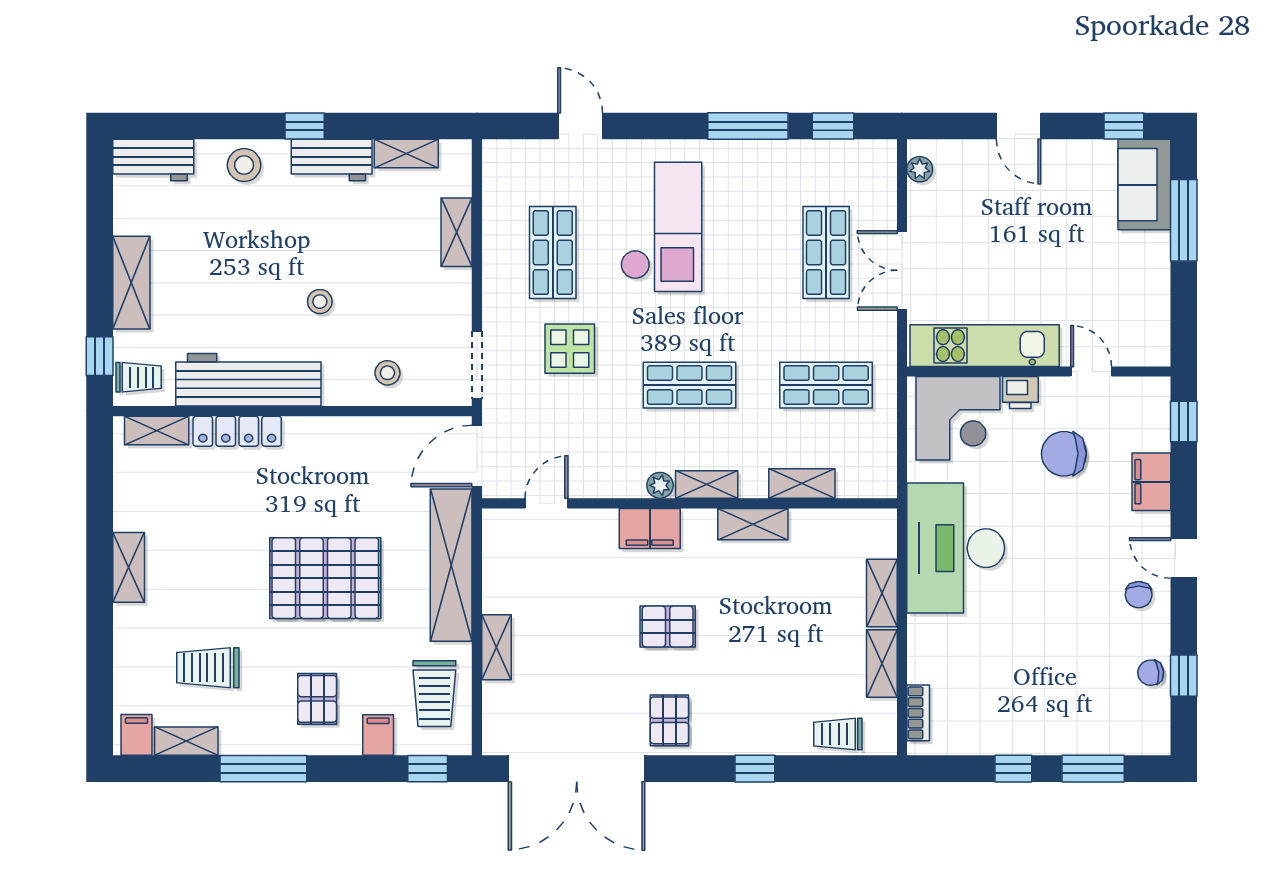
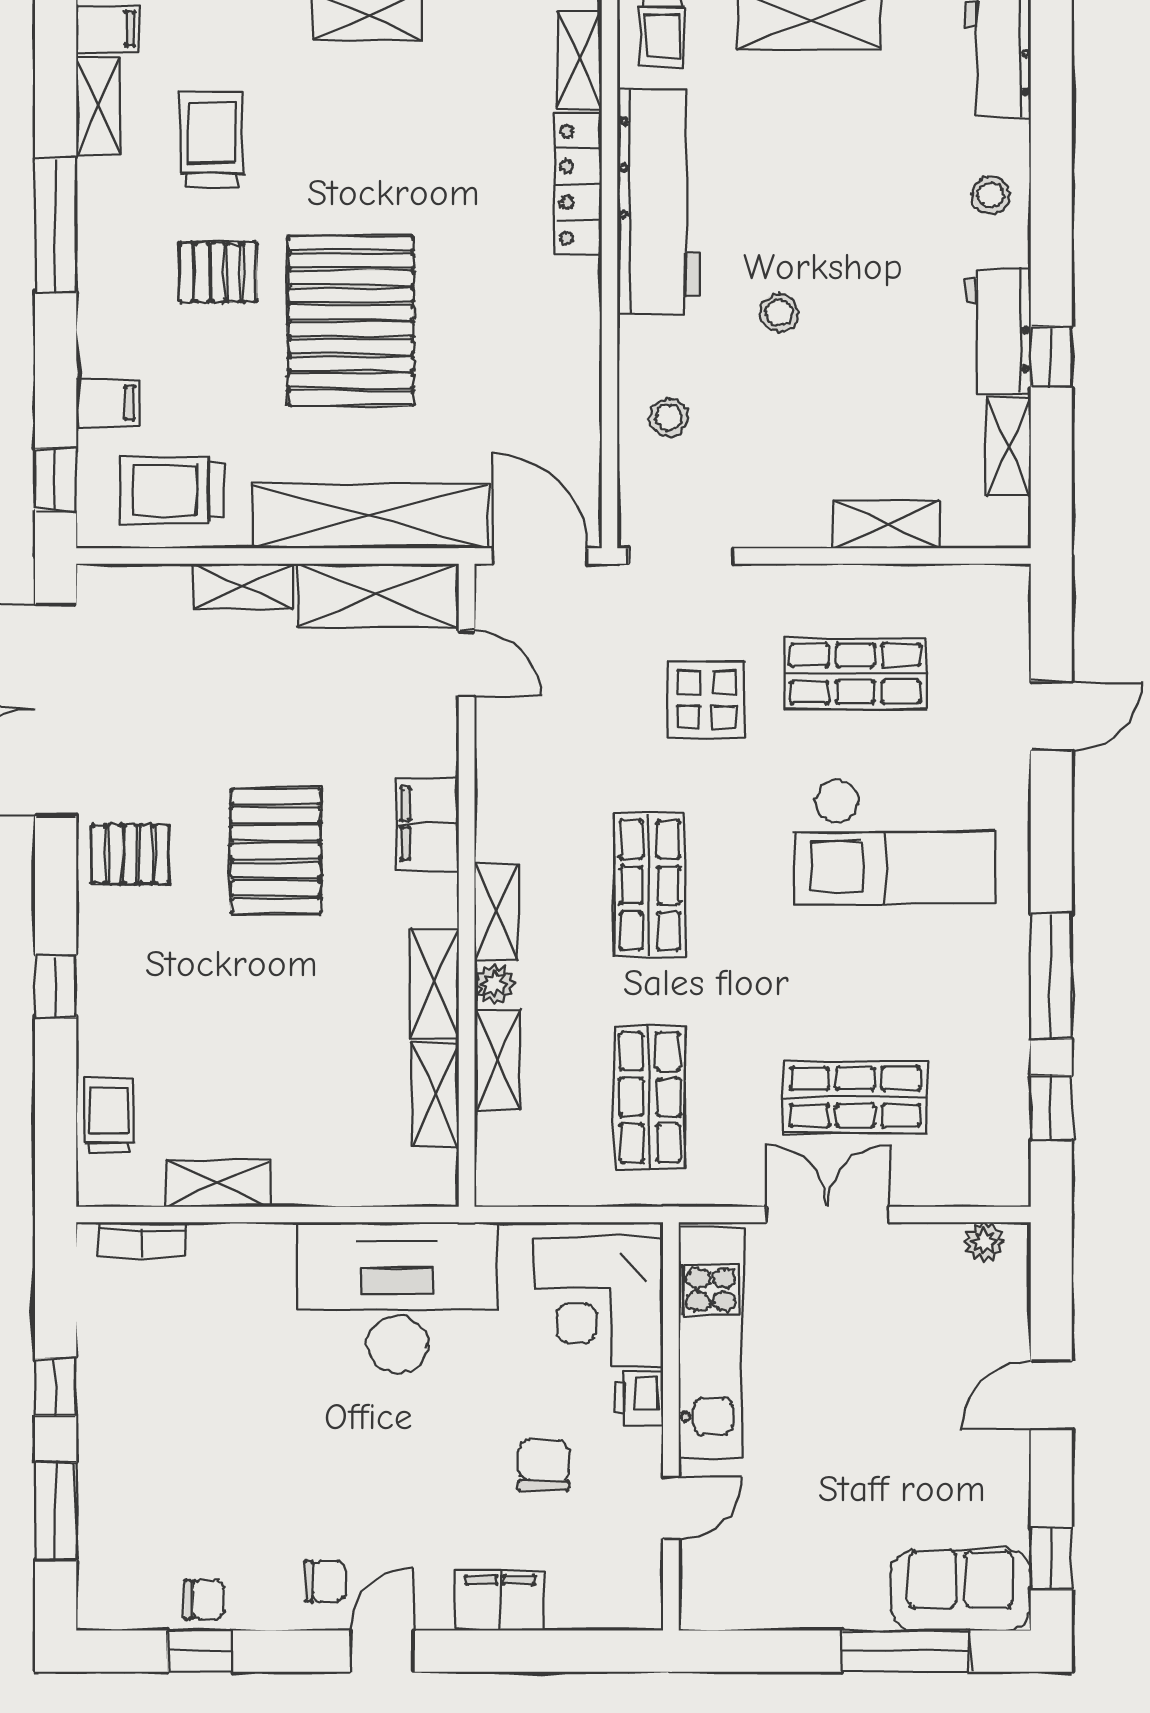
window: (305, 126) -> (1051, 357), moved
stool: (244, 165) -> (991, 195), width x0.73, depth x0.73
window: (1184, 422) -> (593, 1651), removed
chair: (1064, 454) -> (543, 1465), width x0.73, depth x0.73
plant: (660, 485) -> (495, 984), moved
shelving: (503, 560) -> (379, 596), added
shelving: (882, 593) -> (435, 1094), moved, turned 90
chair: (1139, 595) -> (325, 1581), turned 180
pallet: (668, 627) -> (276, 851), width x1.50, depth x1.42
chair: (1151, 673) -> (204, 1600), turned 96
pallet: (317, 699) -> (218, 272), moved

